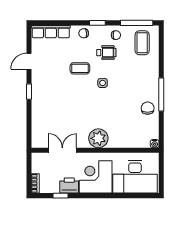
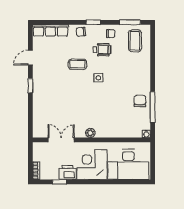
window: (137, 23) -> (130, 22), width x0.69
window: (161, 95) -> (153, 107), moved
plant: (98, 138) -> (90, 133), width x0.53, depth x0.53

